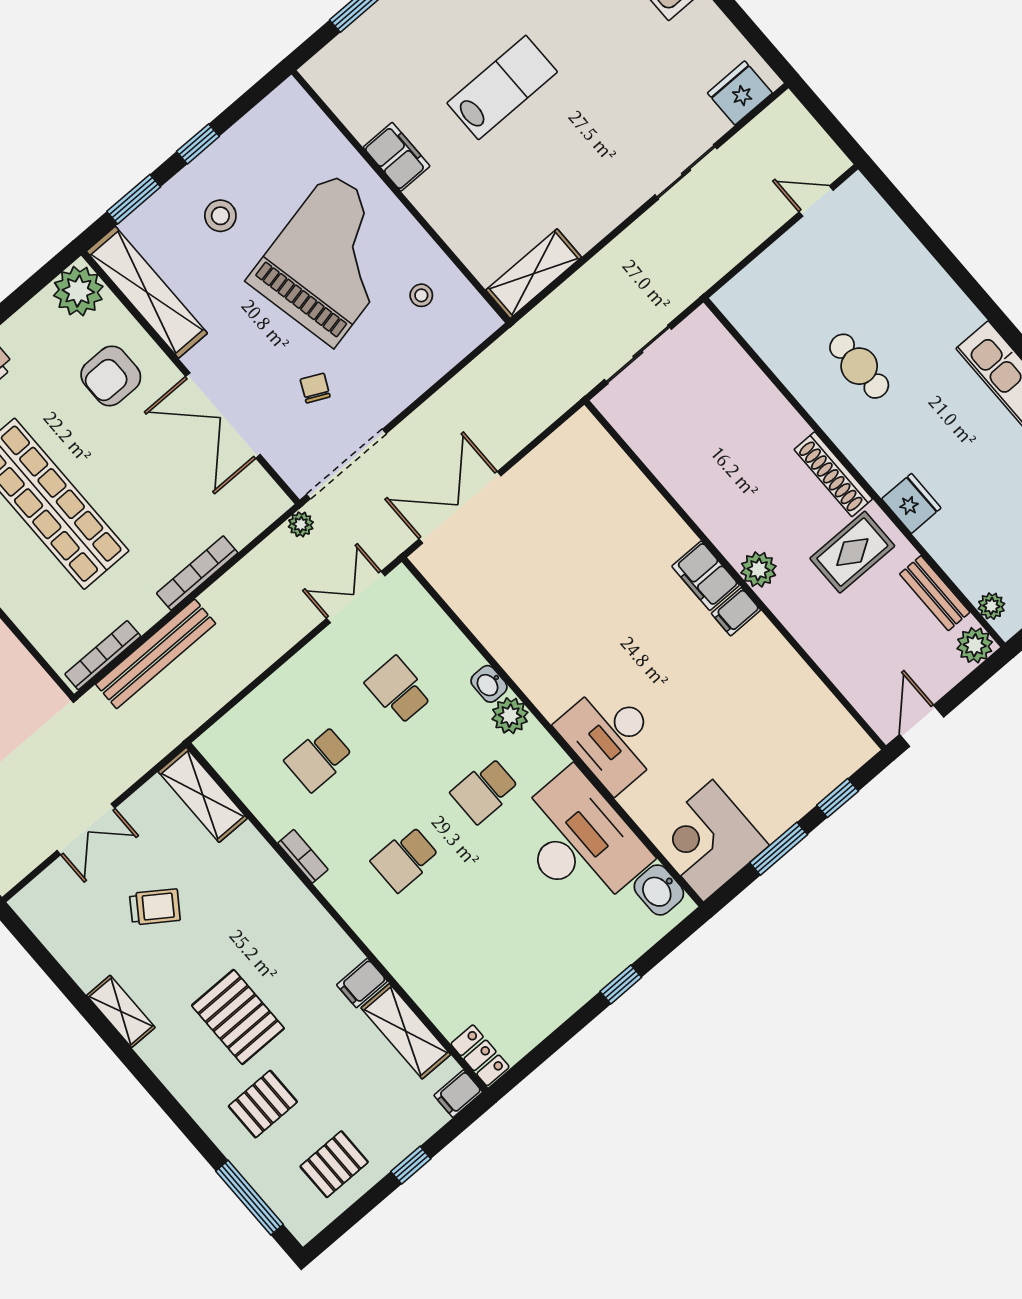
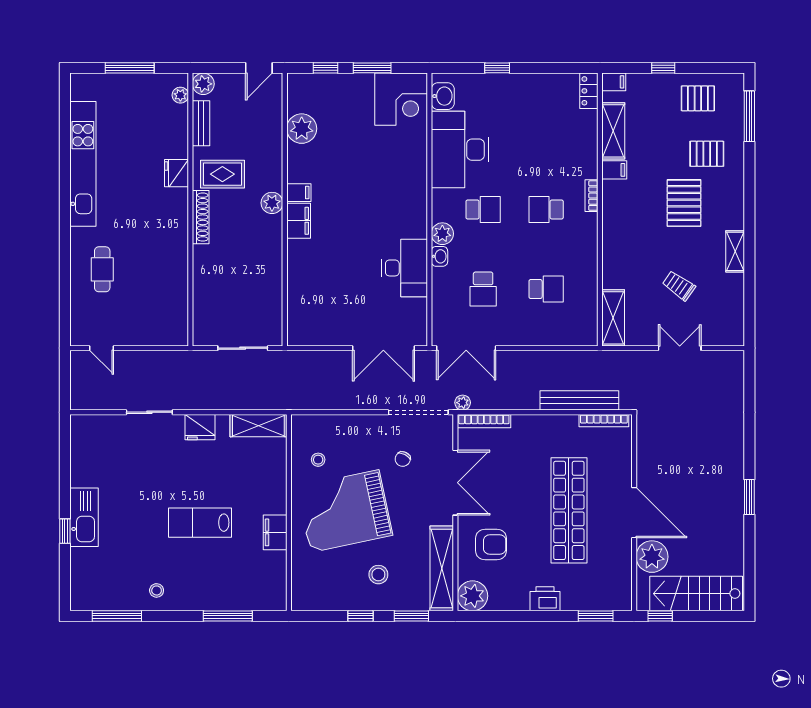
fridge: (740, 93) -> (200, 427), moved
cafe table: (859, 366) -> (102, 269), moved
bookcase: (197, 573) -> (484, 421), moved
double door: (356, 597) -> (466, 348), width x1.37
plant: (802, 696) -> (302, 129), added
desk: (611, 737) -> (405, 268), moved
bookcase: (303, 856) -> (592, 196), moved
school desk: (405, 859) -> (546, 210), turned 180

